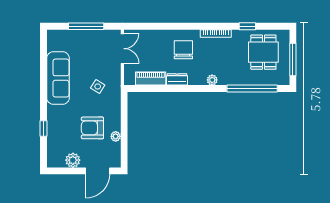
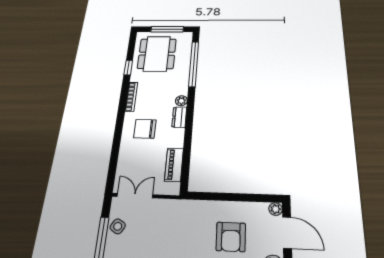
dining table: (263, 52) -> (157, 54), width x1.38
dresser: (177, 79) -> (179, 117), moved
side table: (98, 86) -> (118, 226), moved
plant: (116, 136) -> (276, 209), moved

